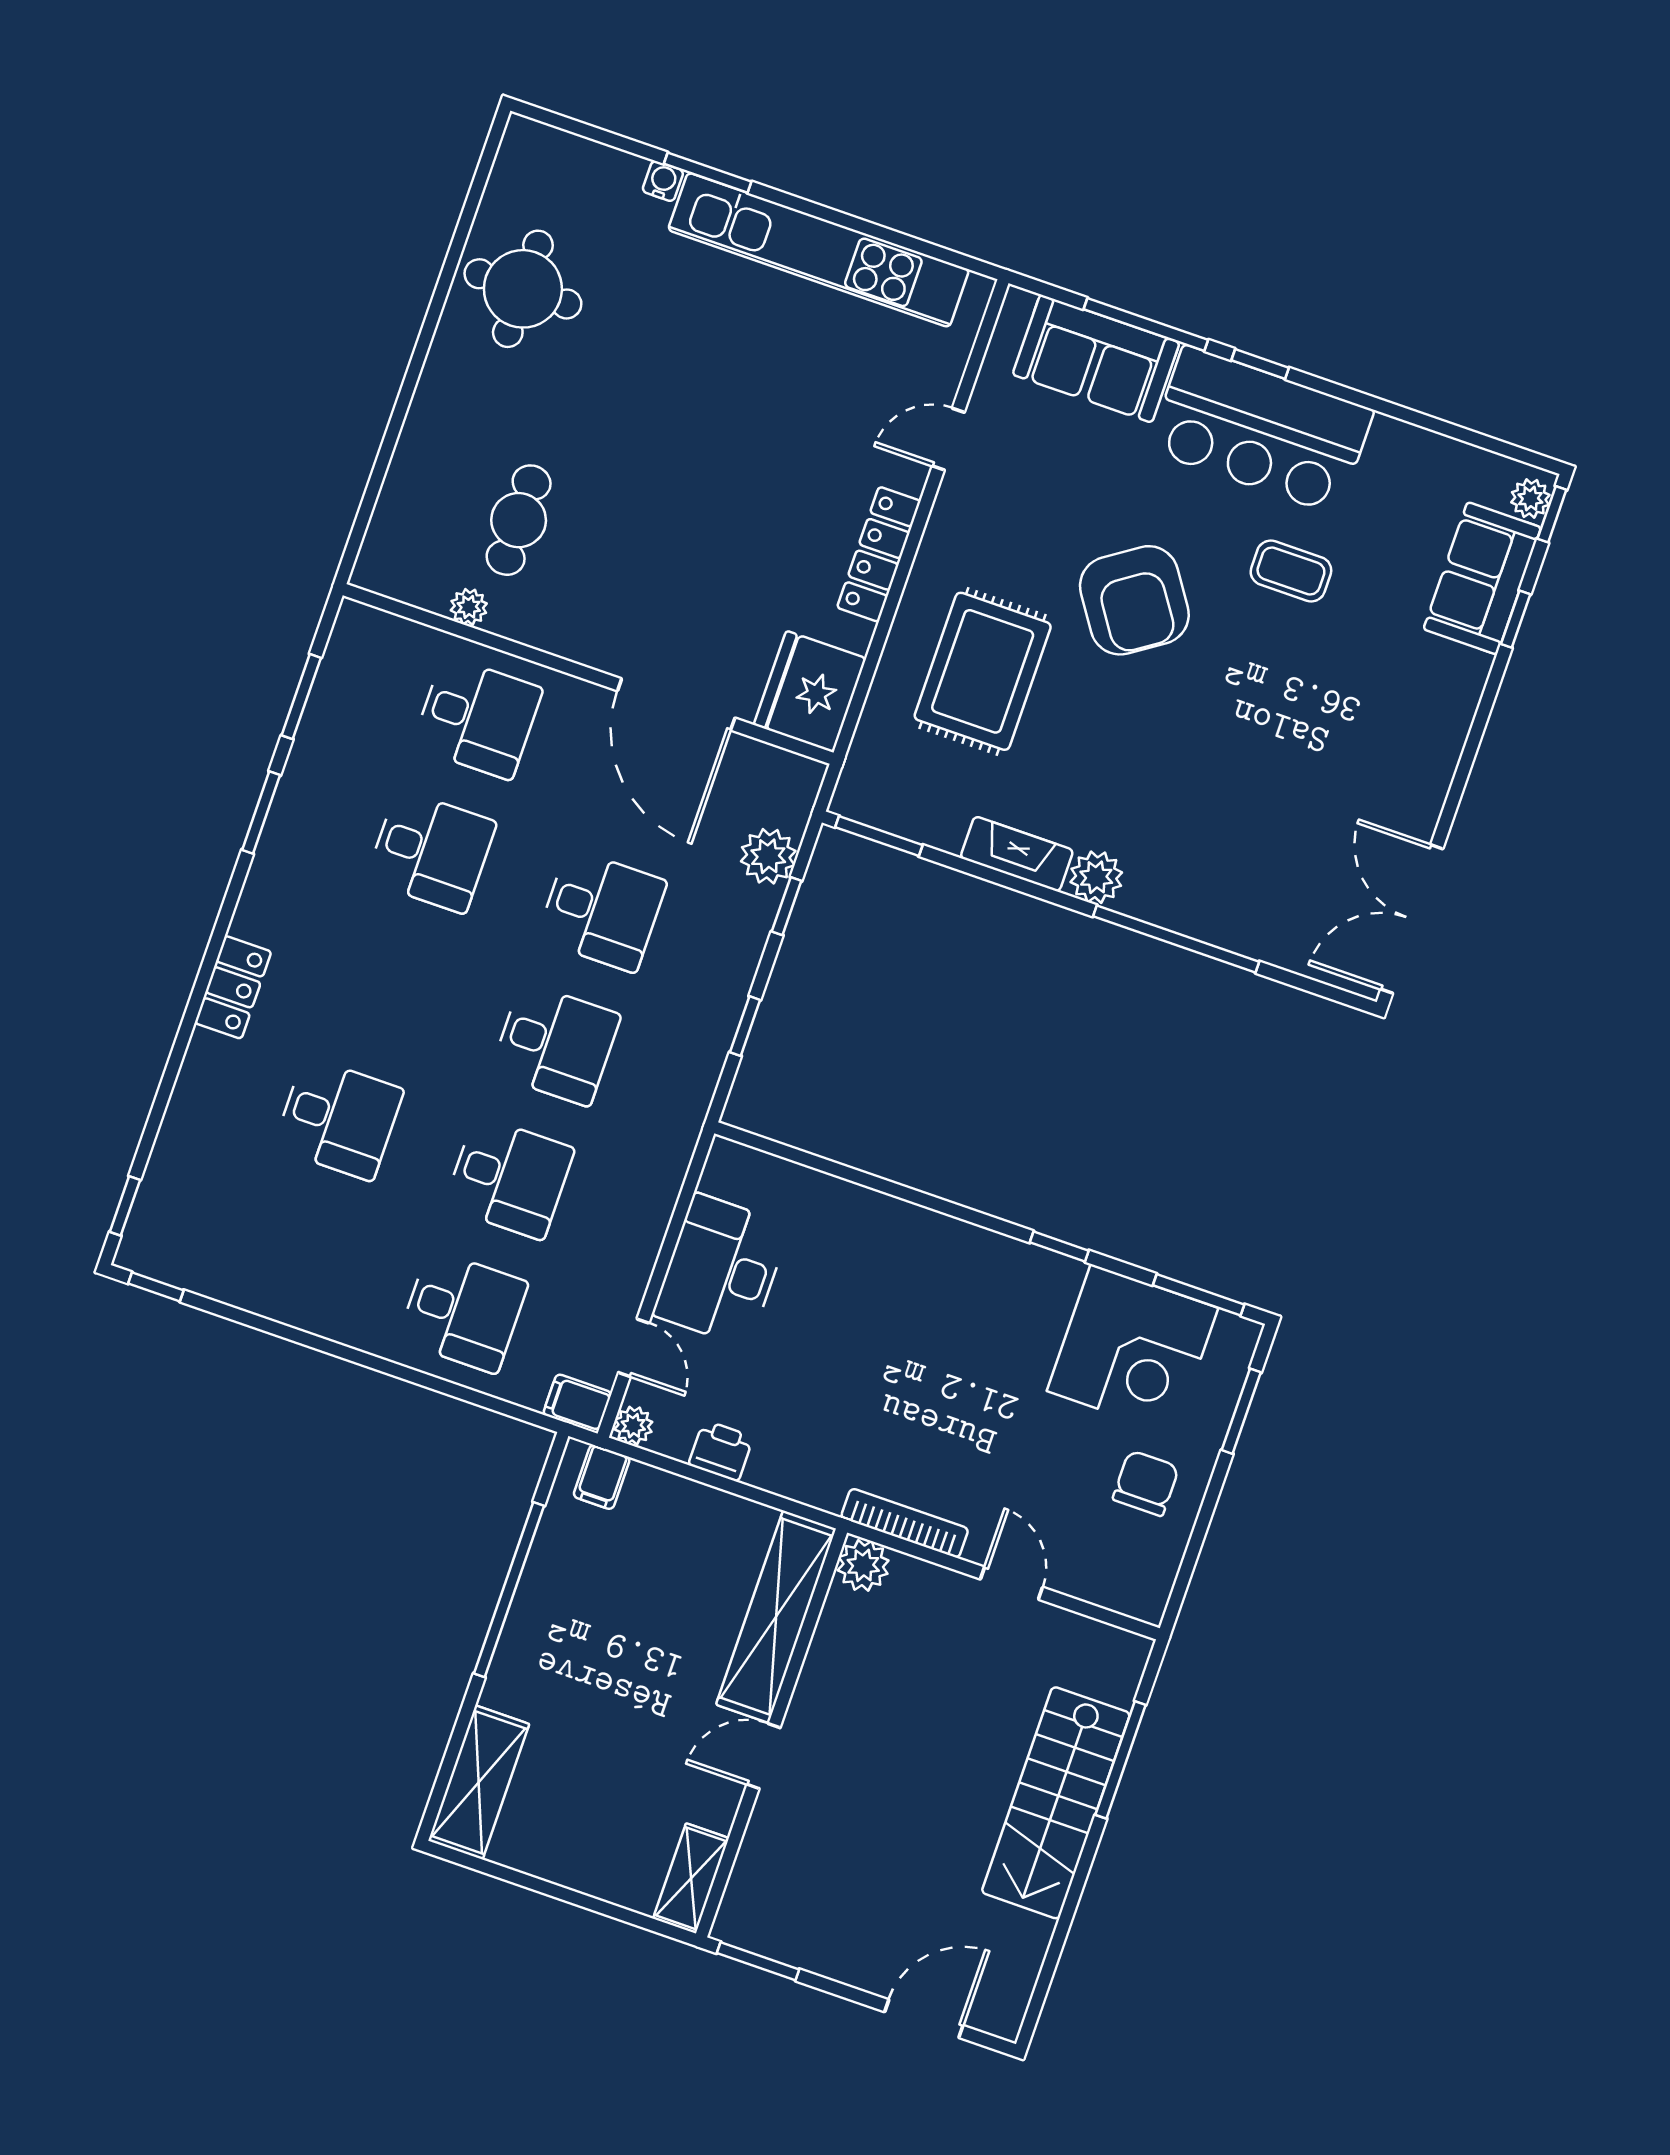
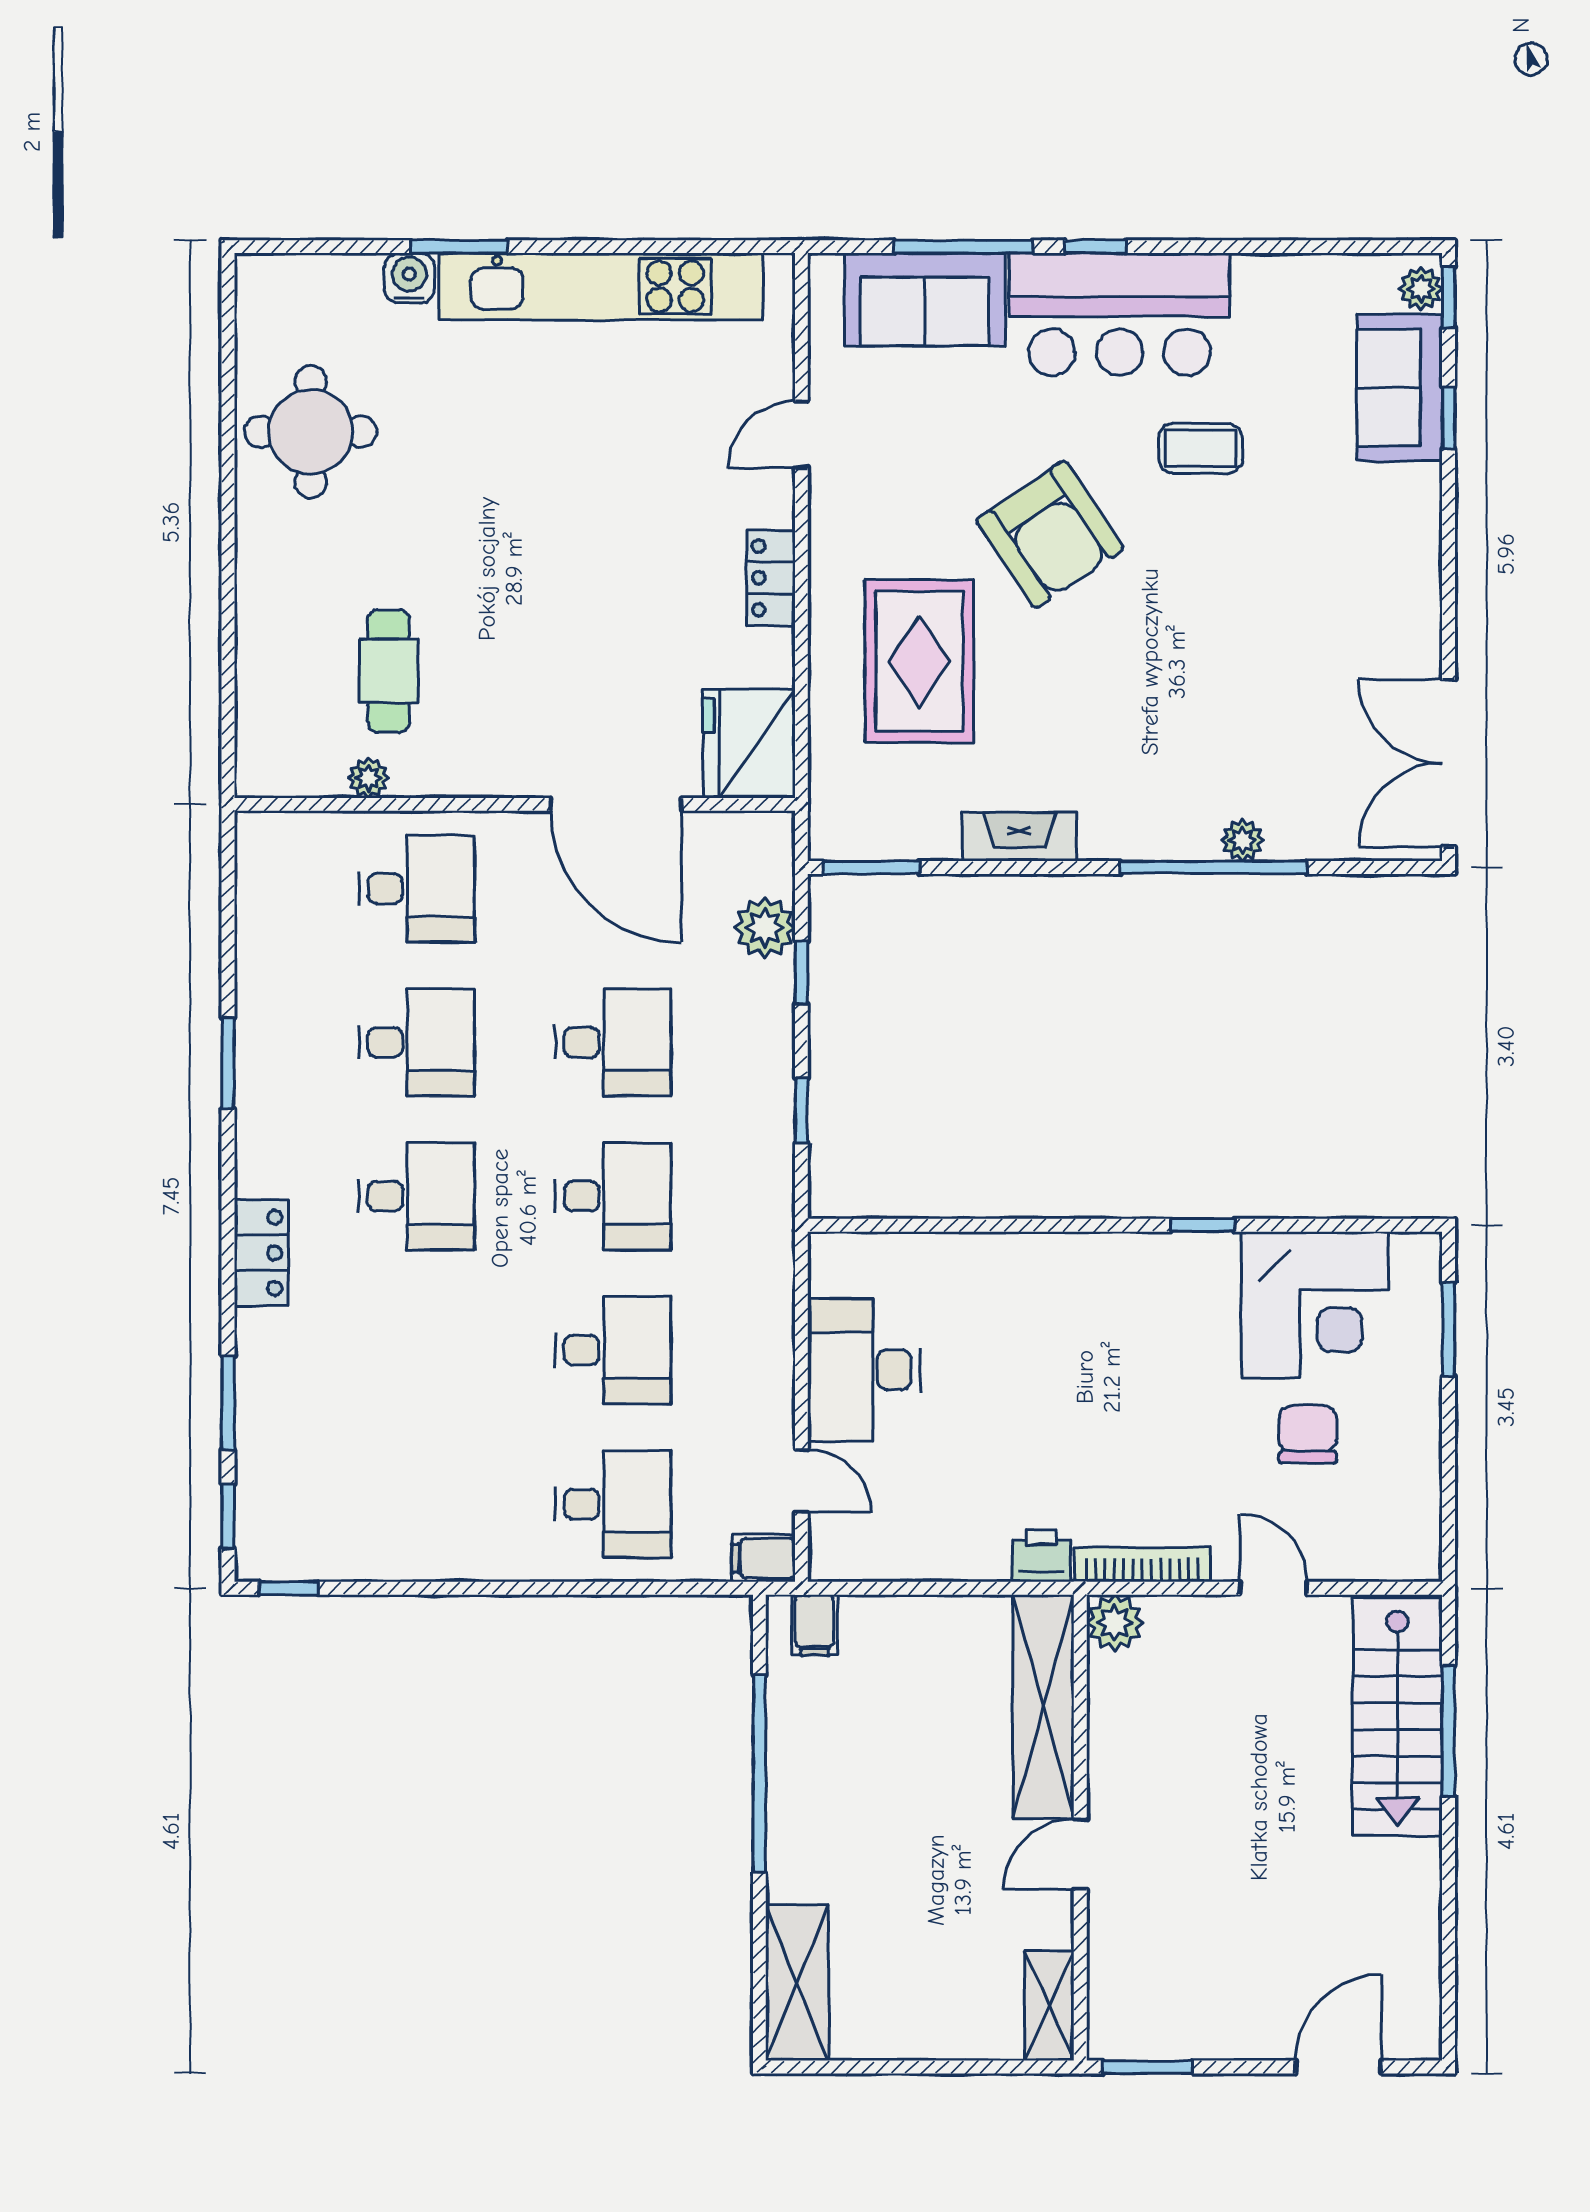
water cooler: (663, 181) -> (409, 278), width x1.38, depth x1.38
locker: (879, 554) -> (771, 578), width x0.66
window: (301, 697) -> (228, 1403), moved
plant: (1096, 877) -> (1242, 840), moved, width x0.73, depth x0.73
desk: (339, 1119) -> (417, 1196), moved
window: (1199, 1295) -> (1363, 1225), removed
plant: (633, 1426) -> (829, 1561), removed
printer: (721, 1451) -> (1041, 1556), moved
chair: (1146, 1483) -> (1308, 1434), moved
stairs: (1056, 1803) -> (1397, 1717), moved

